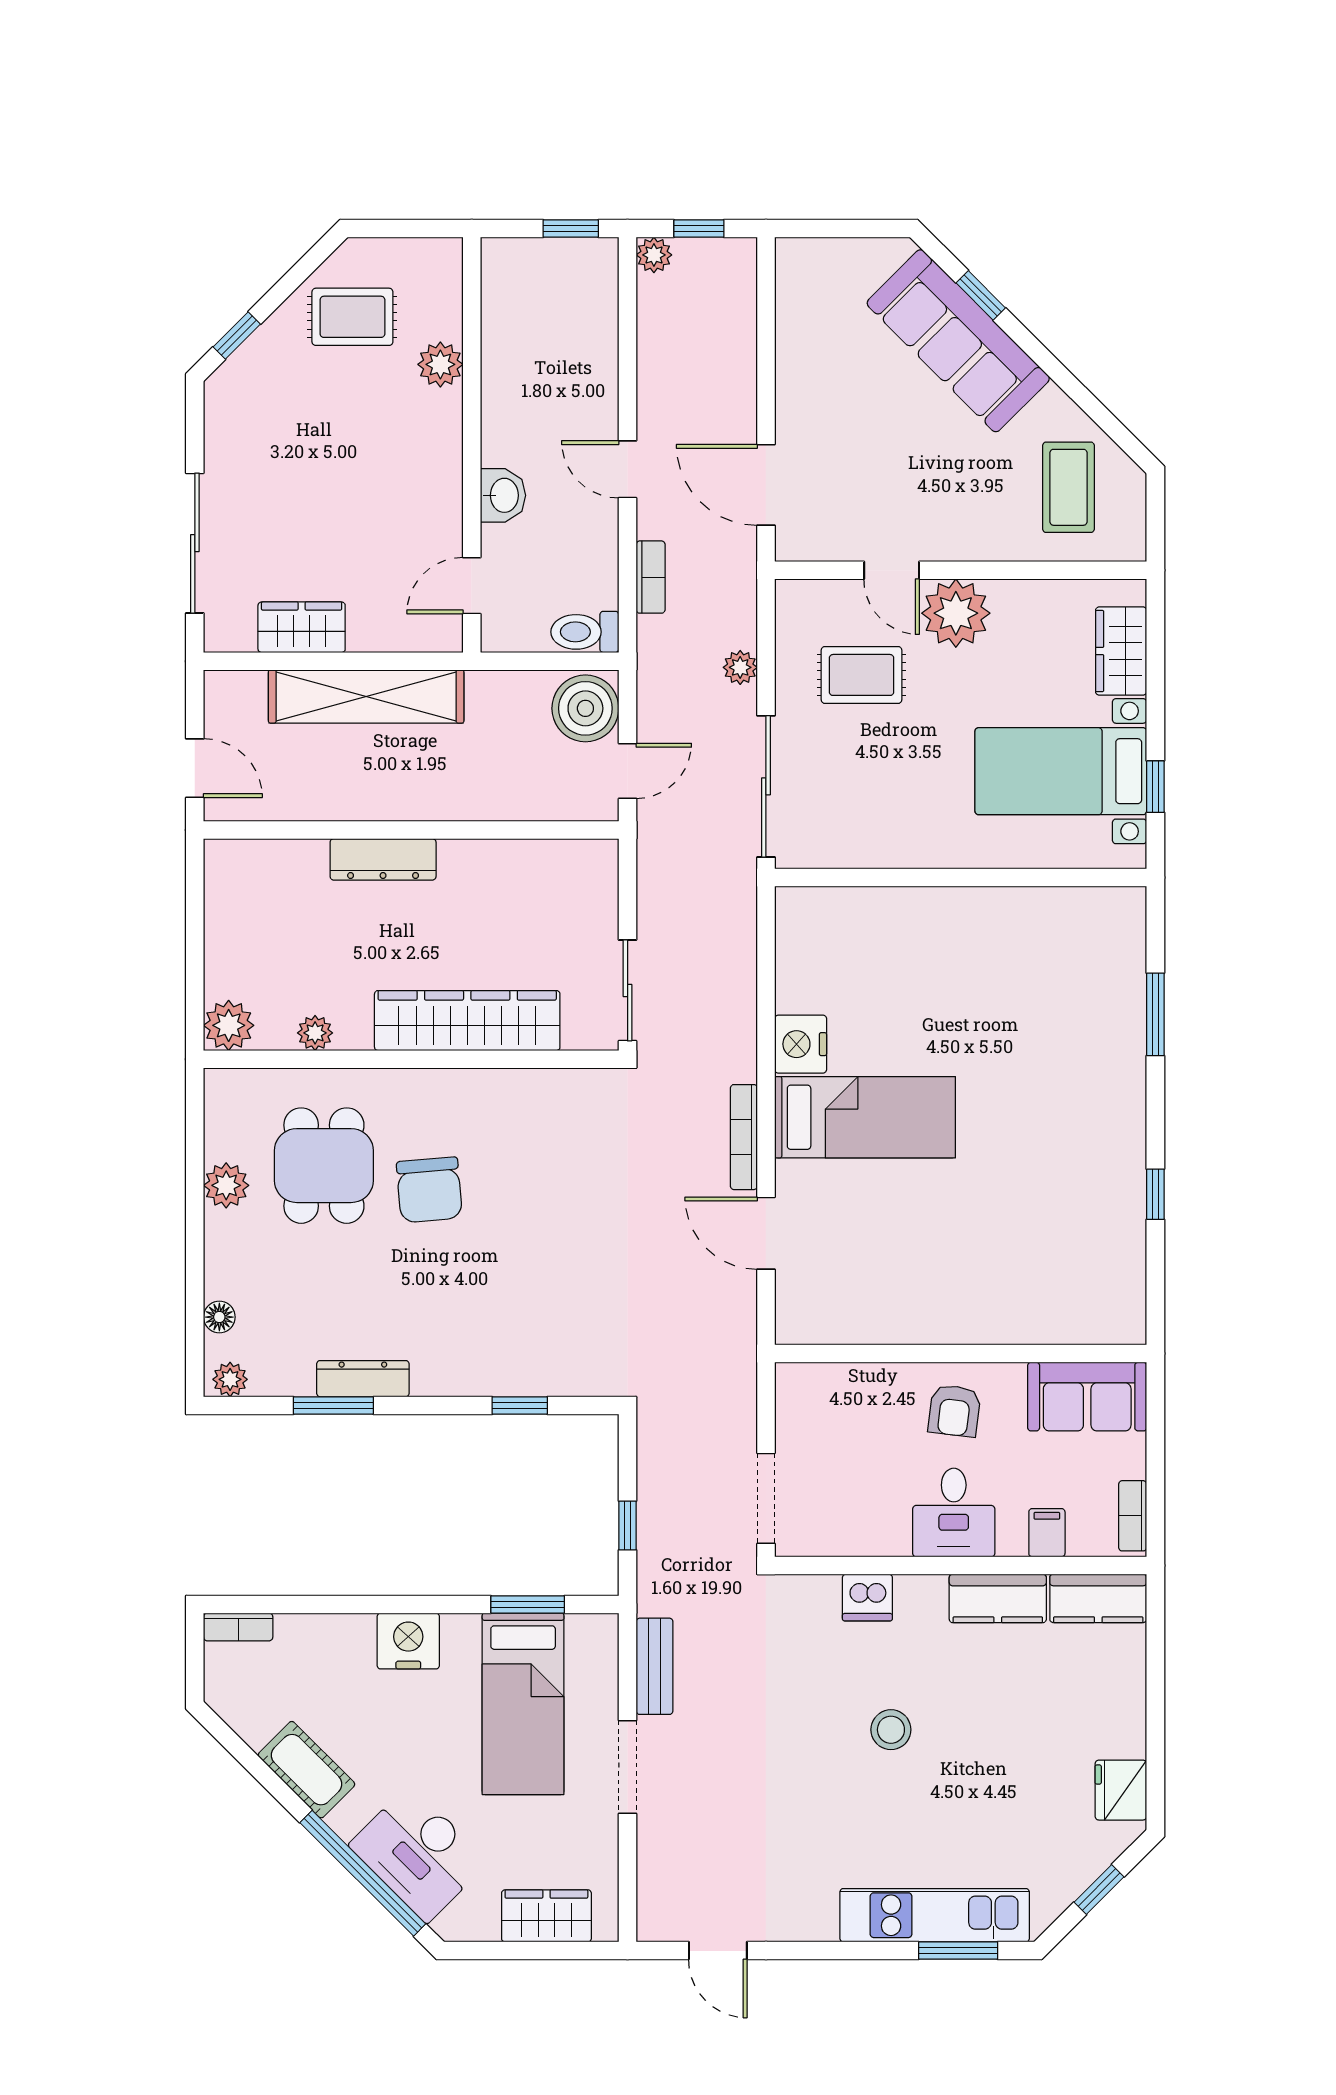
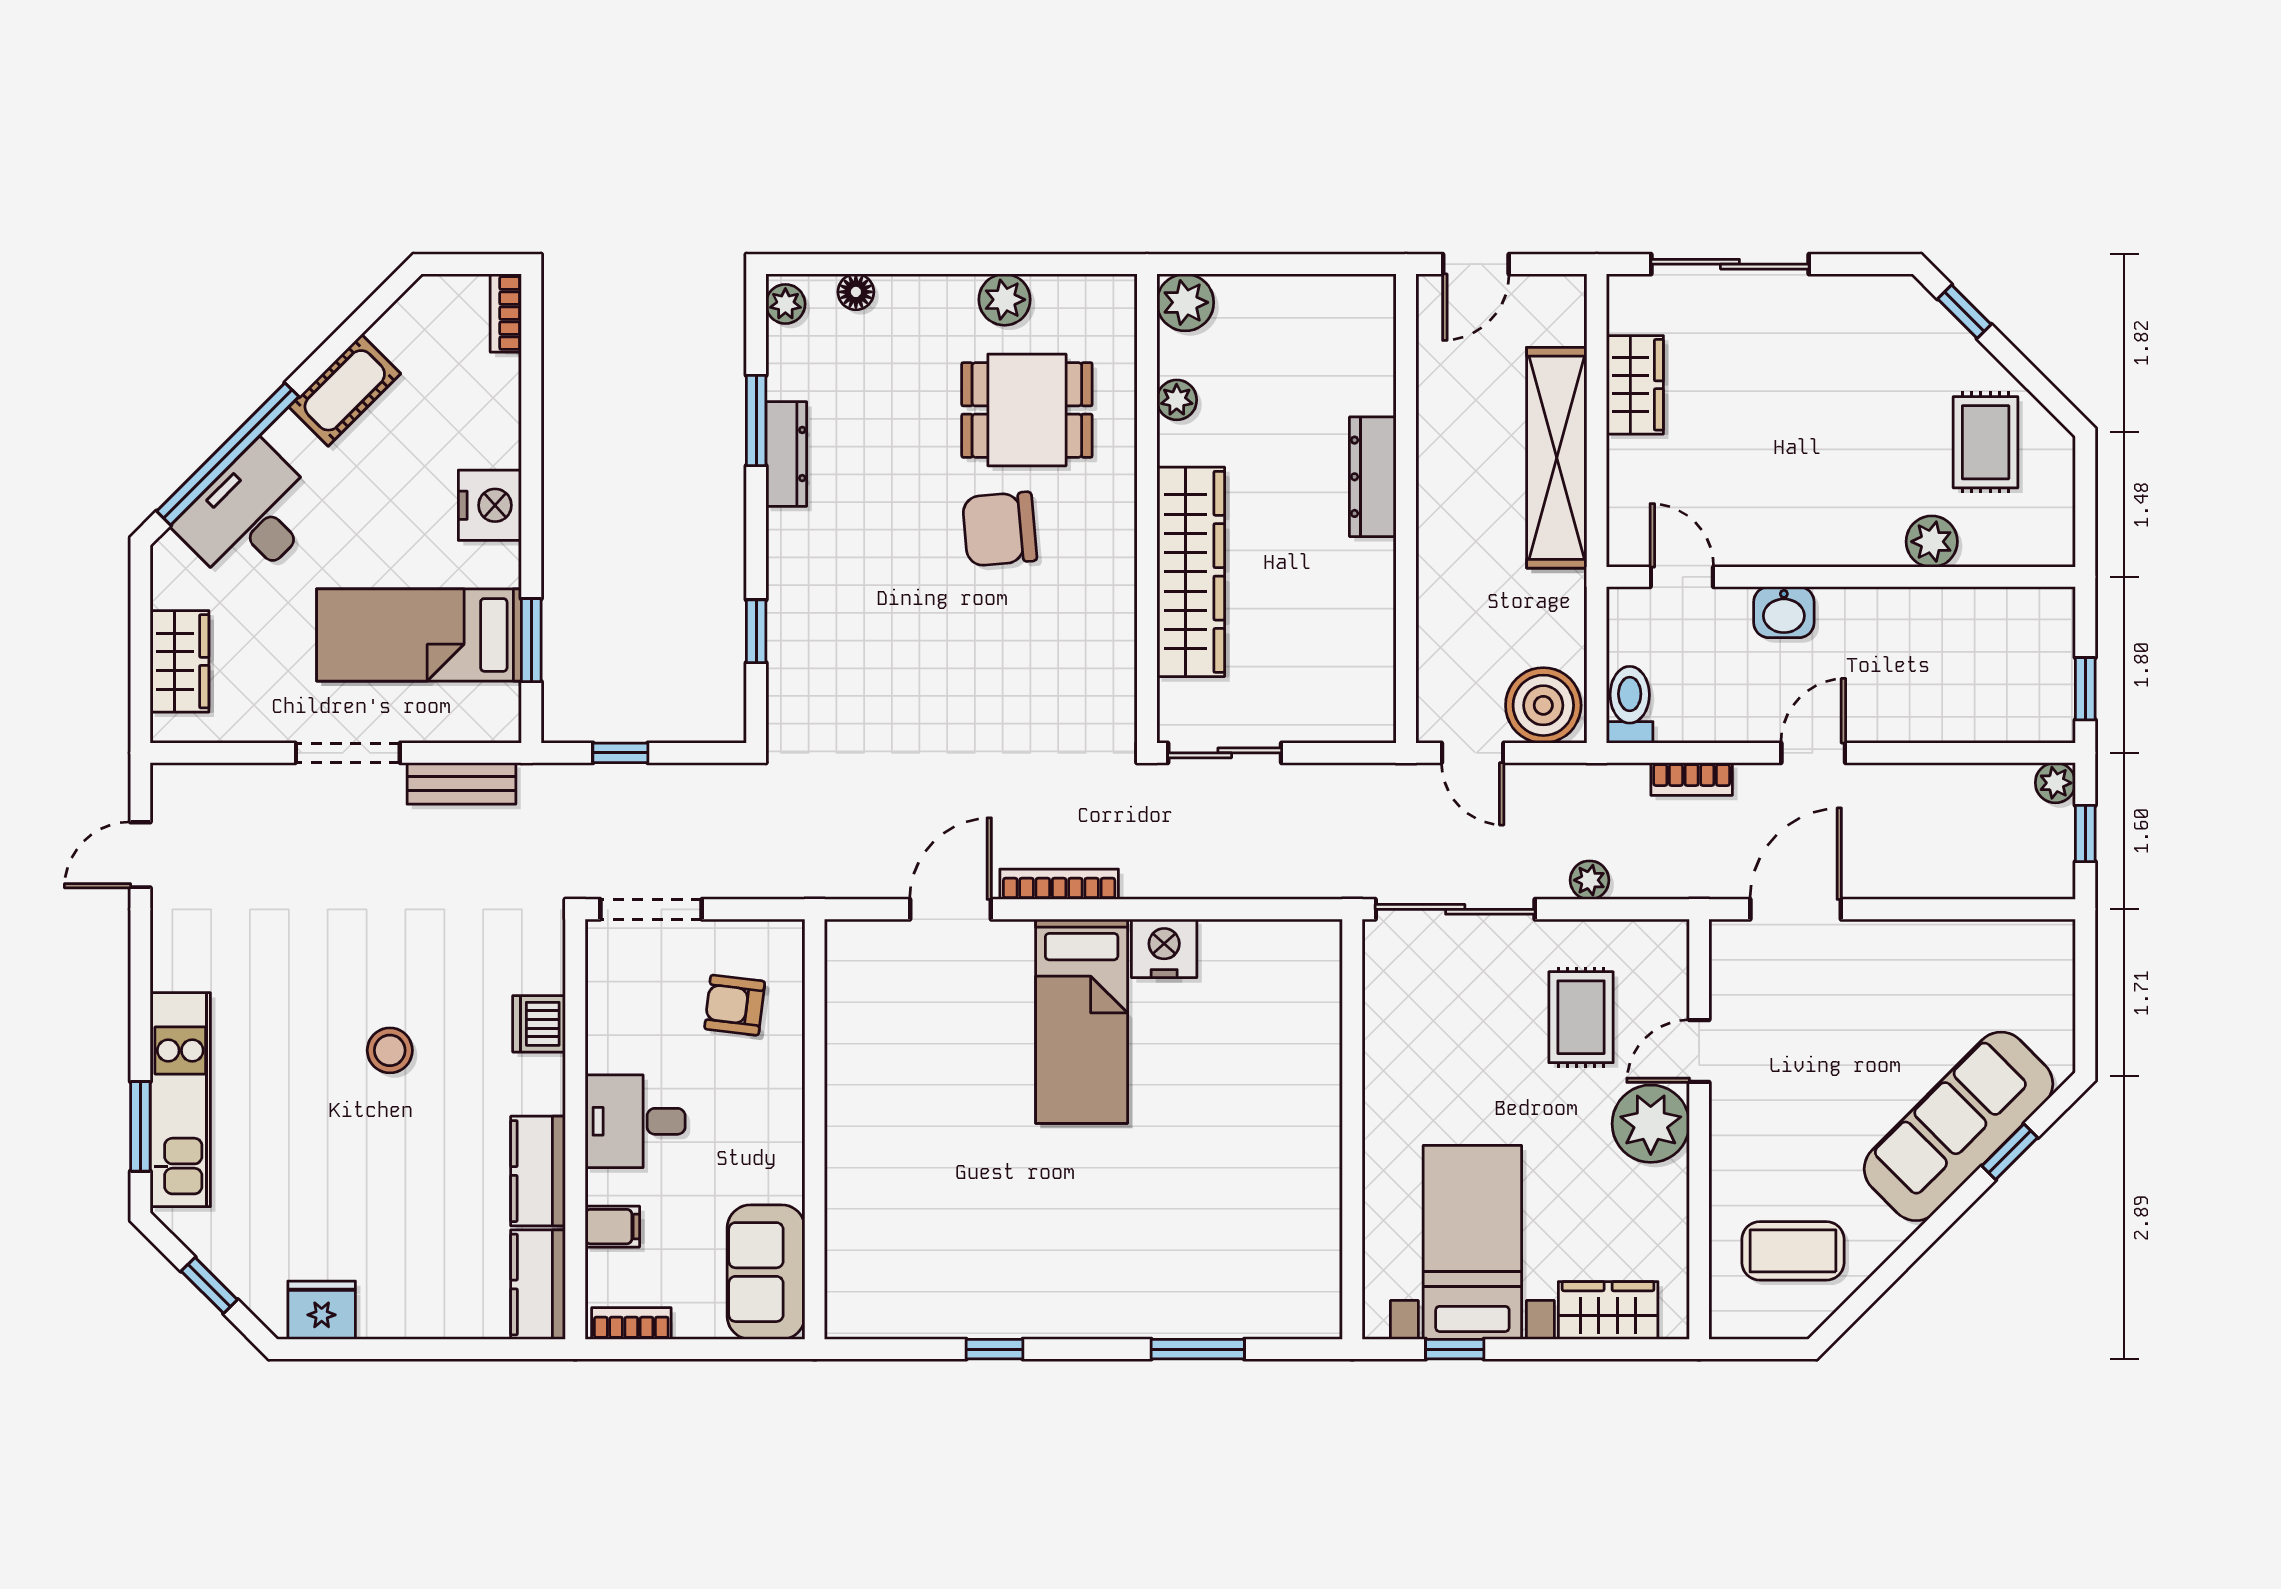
armchair: (954, 1411) -> (735, 1005), moved

